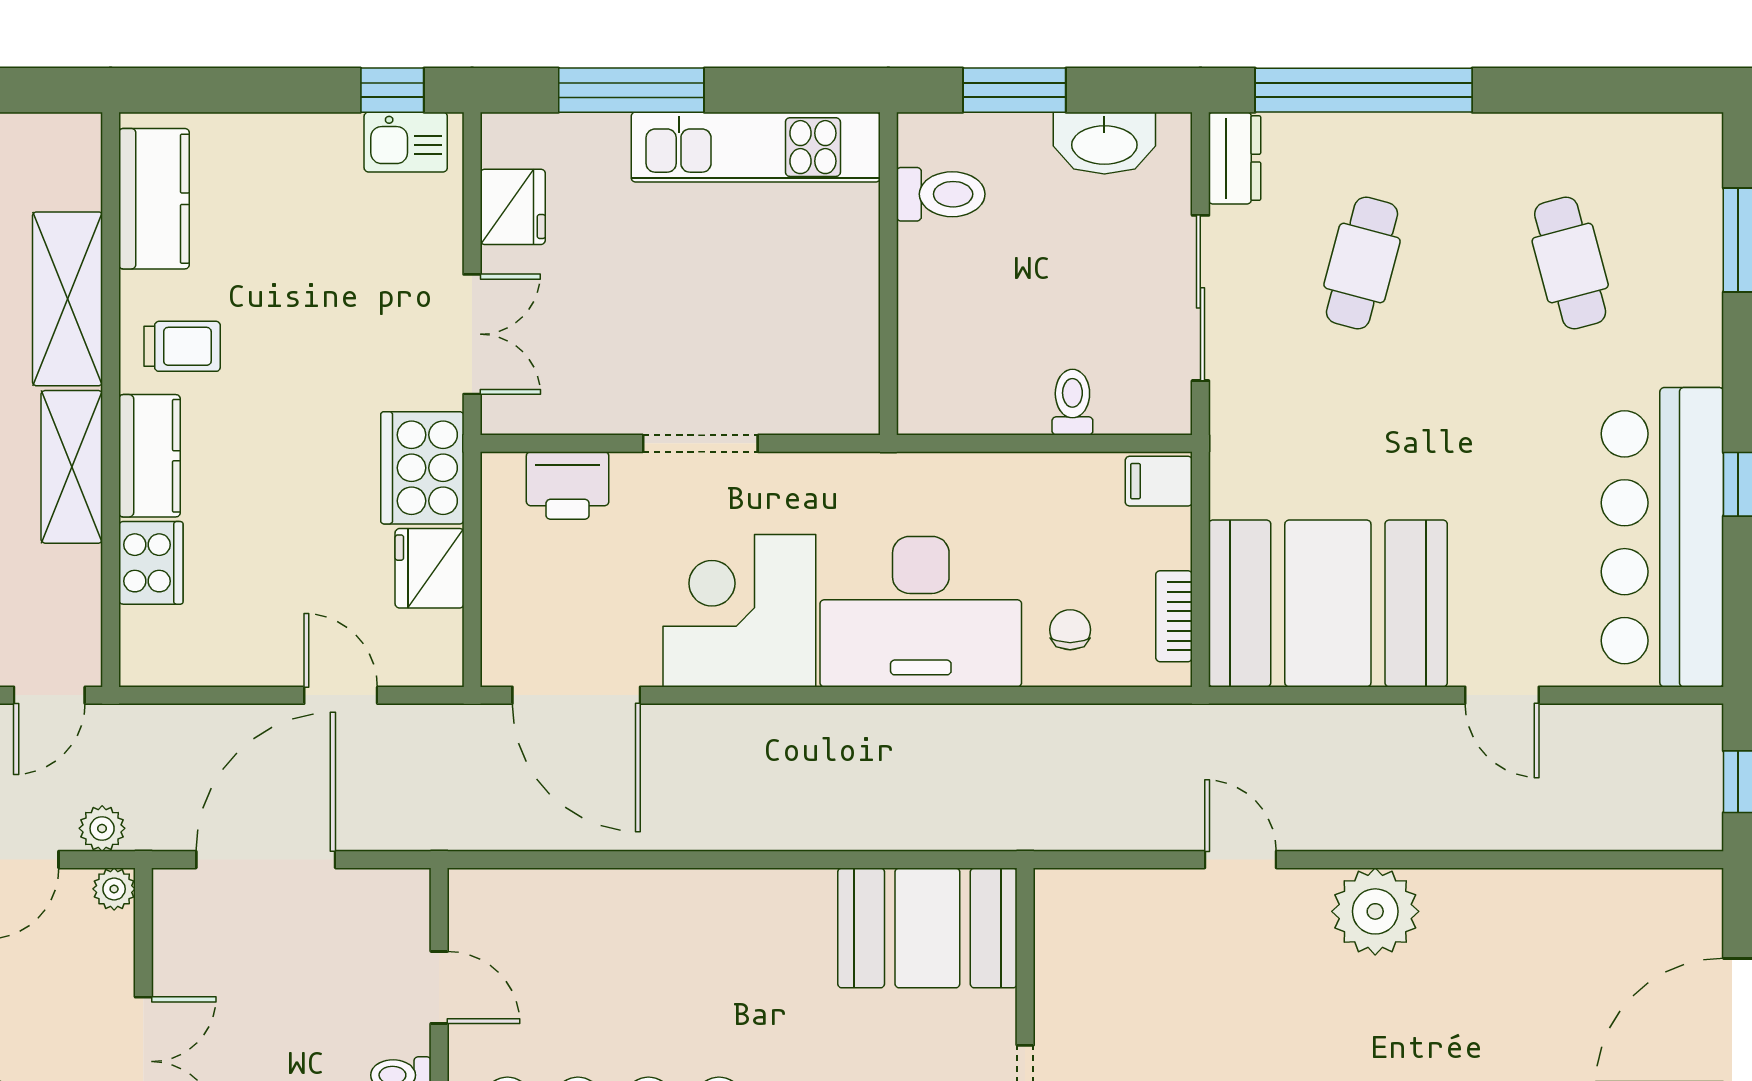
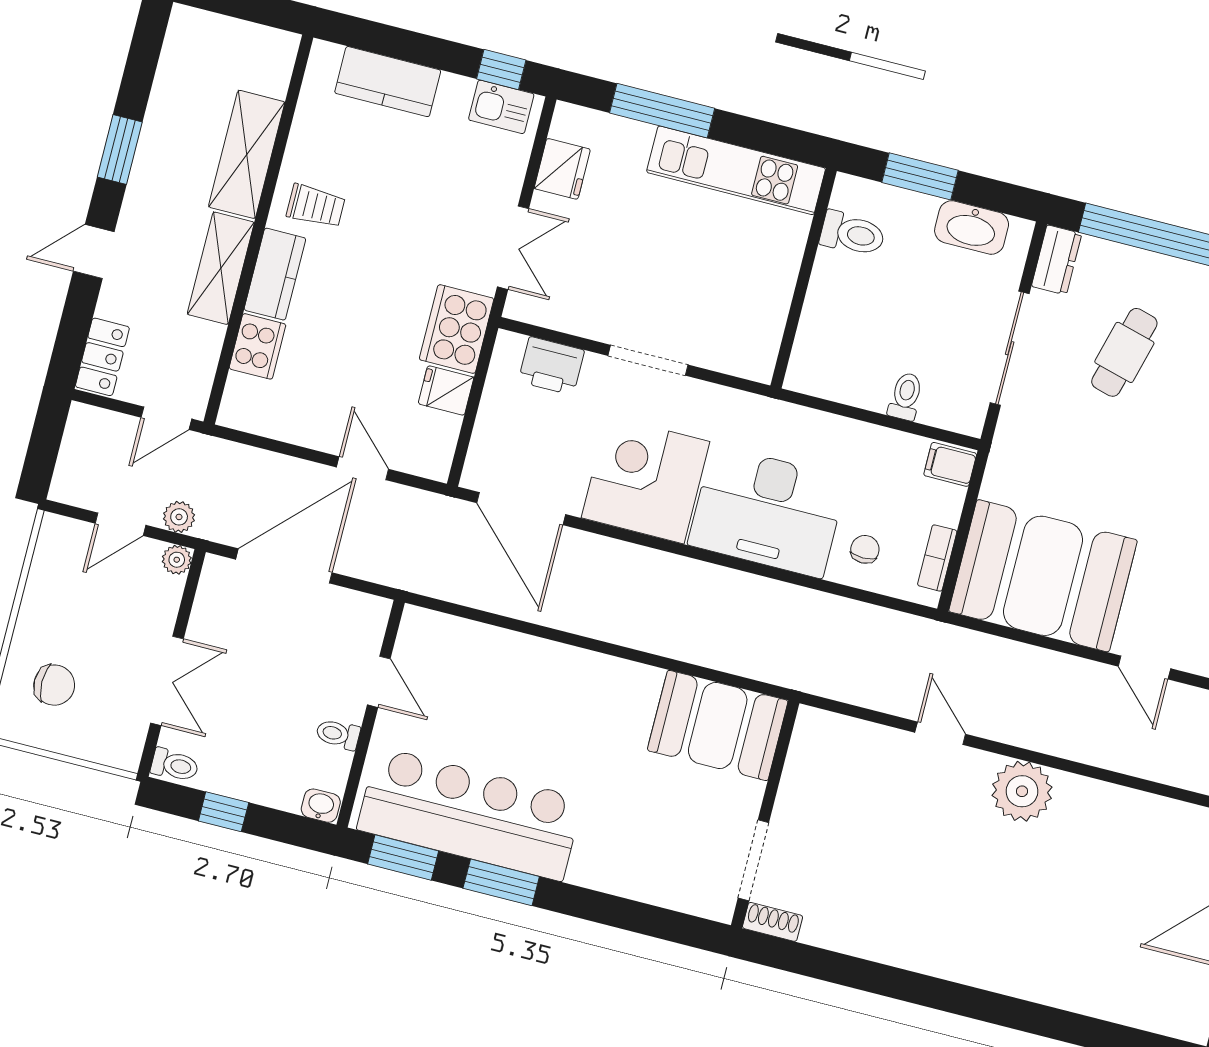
kitchen counter: (154, 199) -> (388, 82), moved, turned 90
fridge: (430, 568) -> (446, 390), width x0.72

